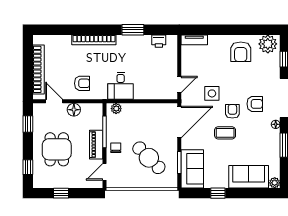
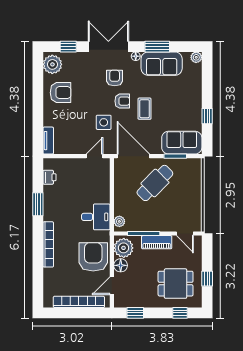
armchair: (82, 83) -> (93, 257), width x1.88, depth x1.88
door: (179, 85) -> (94, 156), hinge flipped
armchair: (232, 111) -> (122, 101), turned 180
plant: (91, 113) -> (124, 248), added
chair: (116, 148) -> (160, 222), removed
dining table: (57, 149) -> (176, 284), moved
cafe table: (149, 158) -> (155, 183), moved
sofa: (249, 177) -> (162, 64), moved, turned -90

